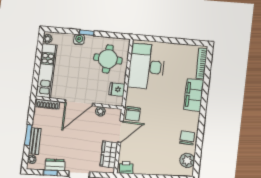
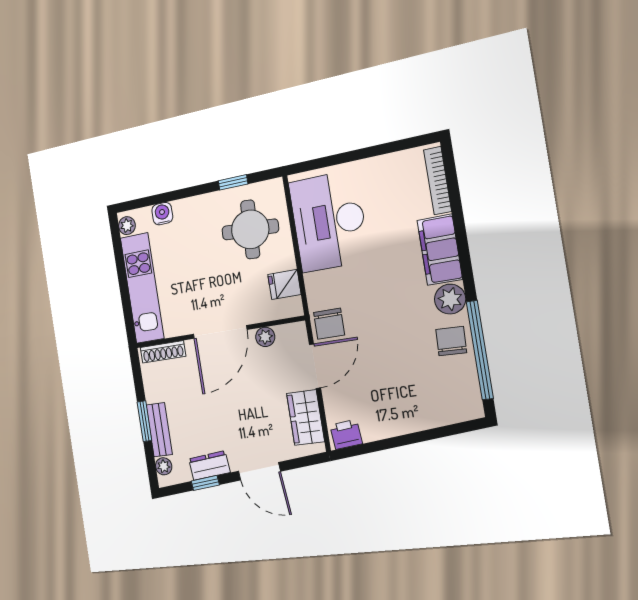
window: (87, 33) -> (233, 182), moved
water cooler: (79, 40) -> (162, 214), moved
window: (199, 145) -> (480, 350), added
plant: (187, 160) -> (450, 299), moved

